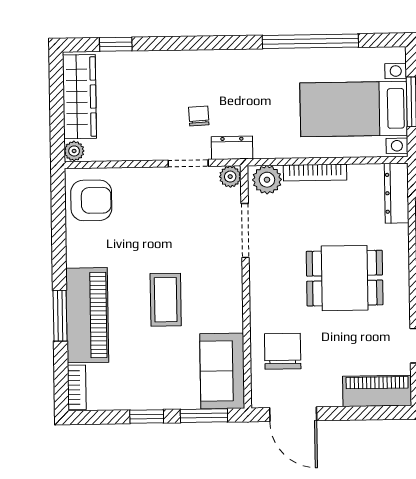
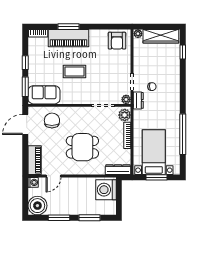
dining table: (345, 278) -> (82, 147), turned 90
chair: (283, 351) -> (52, 120), turned -90

